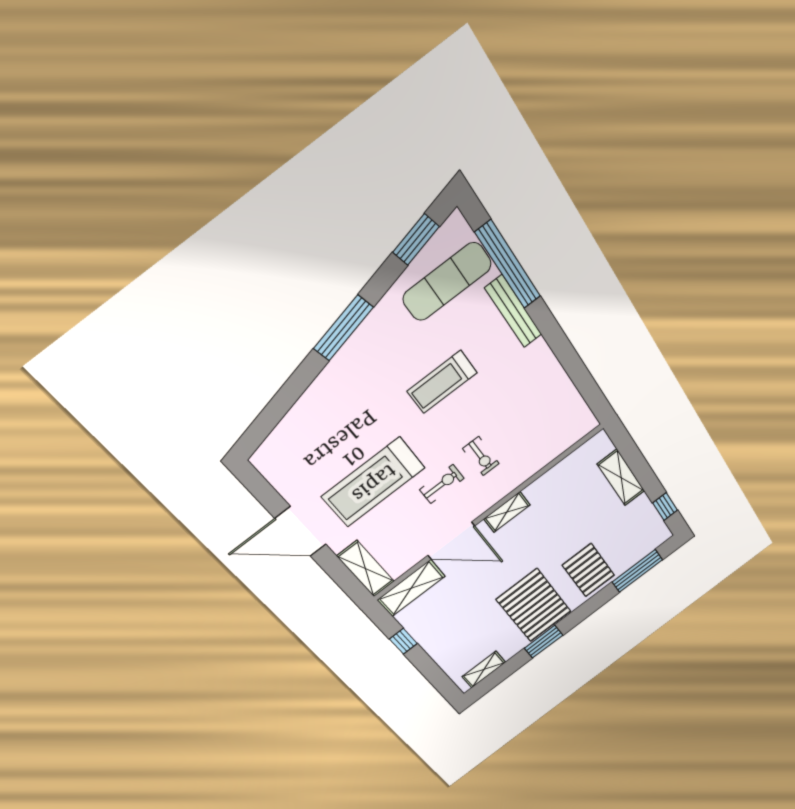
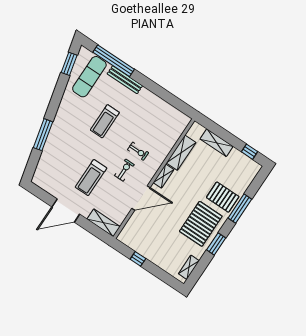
window: (343, 328) -> (43, 135), moved
treadmill: (373, 482) -> (91, 178), width x0.73, depth x0.73
window: (637, 571) -> (240, 209), moved
shelving: (411, 588) -> (181, 153), moved
pallet: (534, 605) -> (201, 224), turned 90

